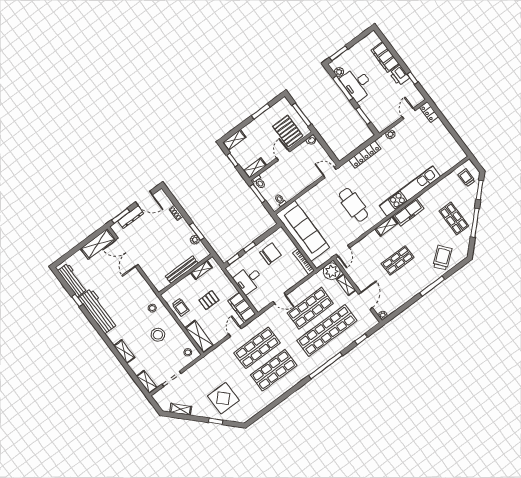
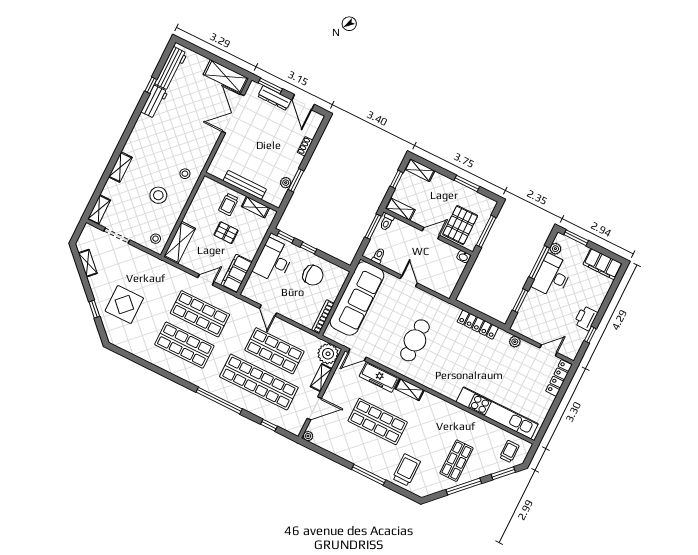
filing cabinet: (385, 57) -> (603, 264), moved, turned -90
locker: (429, 112) -> (559, 378), width x1.53
door: (330, 172) -> (409, 281), moved
kitchen unit: (410, 191) -> (497, 413), moved
freezer: (408, 212) -> (379, 377), moved
trolley: (442, 258) -> (406, 470), turned -51
shop shelf: (398, 260) -> (378, 422), width x1.43, depth x1.36
desk: (248, 280) -> (274, 261), width x1.37
trolley: (181, 307) -> (229, 204), moved
workbench: (98, 311) -> (154, 102), width x0.53, depth x0.76

